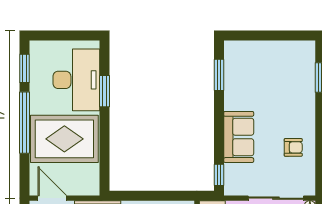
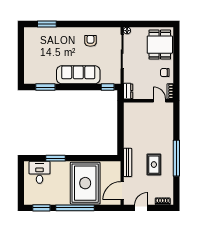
desk: (76, 80) -> (40, 172), width x0.53, depth x0.77
sofa: (239, 137) -> (78, 75), width x1.36

